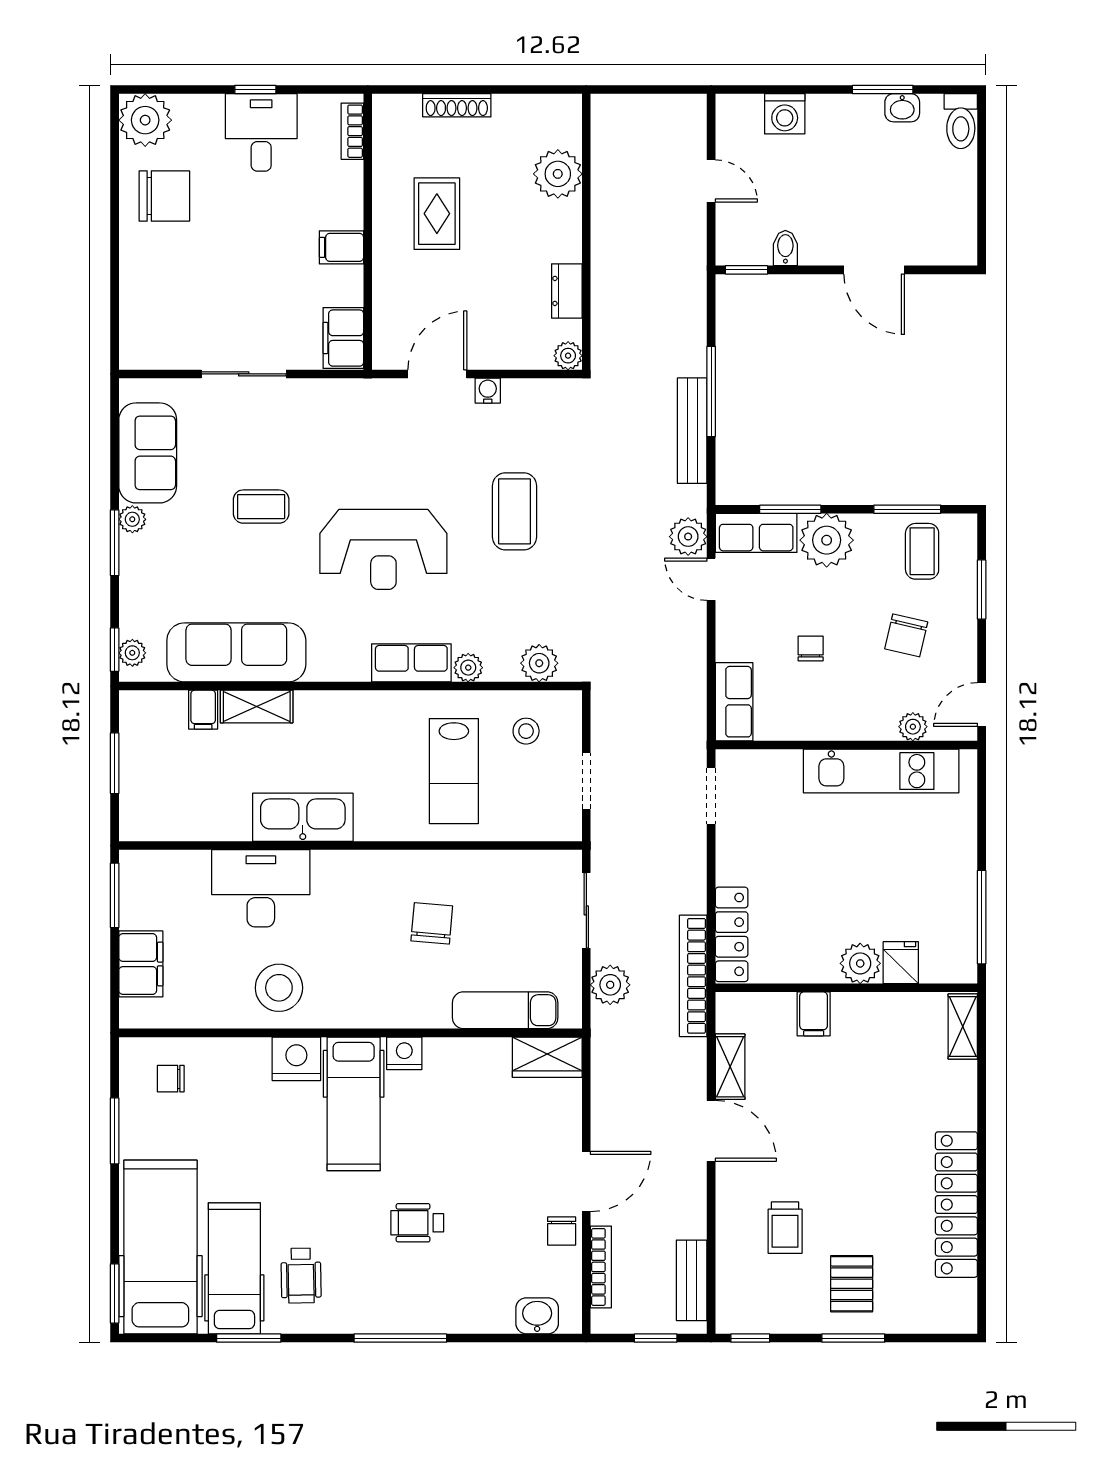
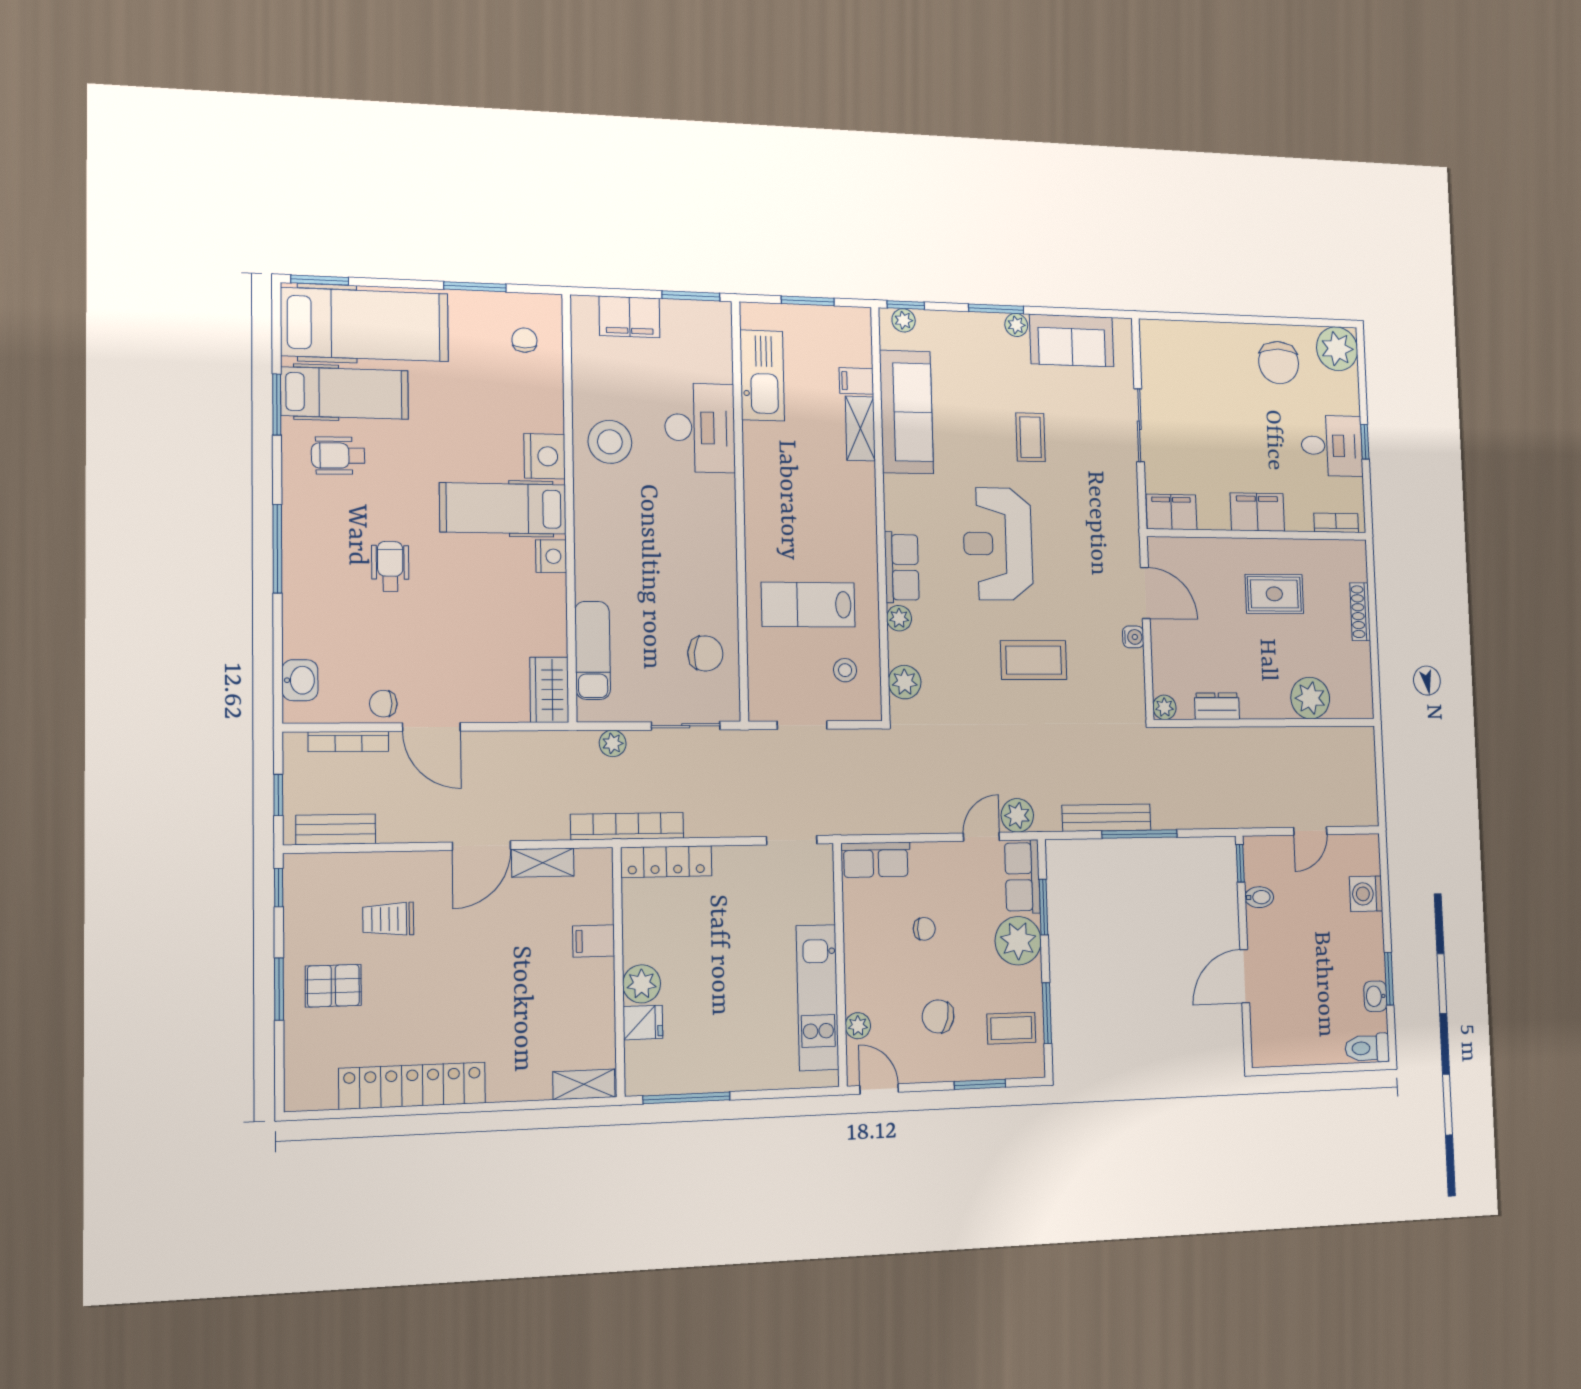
filing cabinet: (342, 247) -> (1257, 512), width x2.00
kitchen sink: (303, 817) -> (762, 375), moved
chair: (432, 923) -> (705, 653), moved
plant: (610, 985) -> (613, 743), width x0.73, depth x0.73

